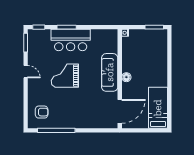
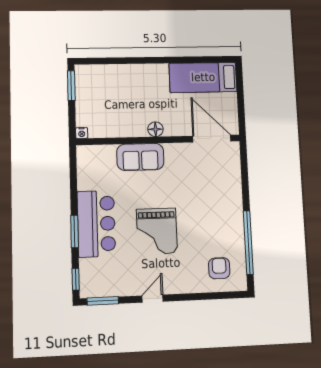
sofa: (110, 72) -> (140, 157), width x0.73

